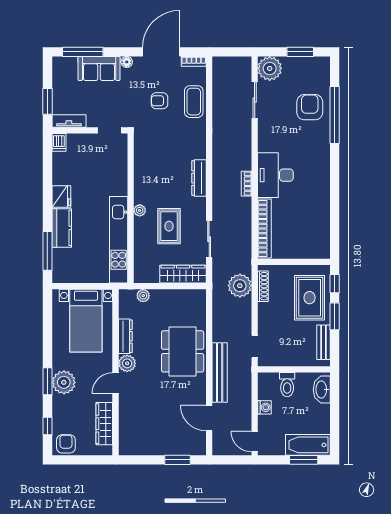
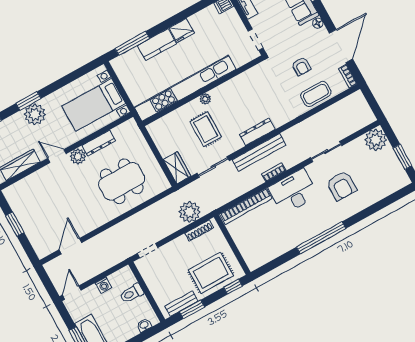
door: (161, 52) -> (341, 46), hinge flipped
sliding door: (255, 100) -> (326, 152), moved
armchair: (159, 101) -> (301, 66), turned 180
armchair: (310, 107) -> (341, 186), moved, turned 90
window: (335, 115) -> (321, 238), moved
rug: (169, 226) -> (206, 129), turned 90
kitchen unit: (119, 240) -> (185, 88), width x1.36
wardrobe: (183, 274) -> (177, 168), width x0.67
plant: (143, 296) -> (139, 139), removed
window: (335, 316) -> (192, 309), moved
dining table: (183, 351) -> (122, 181), moved
bench: (220, 373) -> (259, 152), moved
washbasin: (322, 390) -> (144, 325), width x0.52, depth x0.69
window: (177, 460) -> (15, 224), moved

